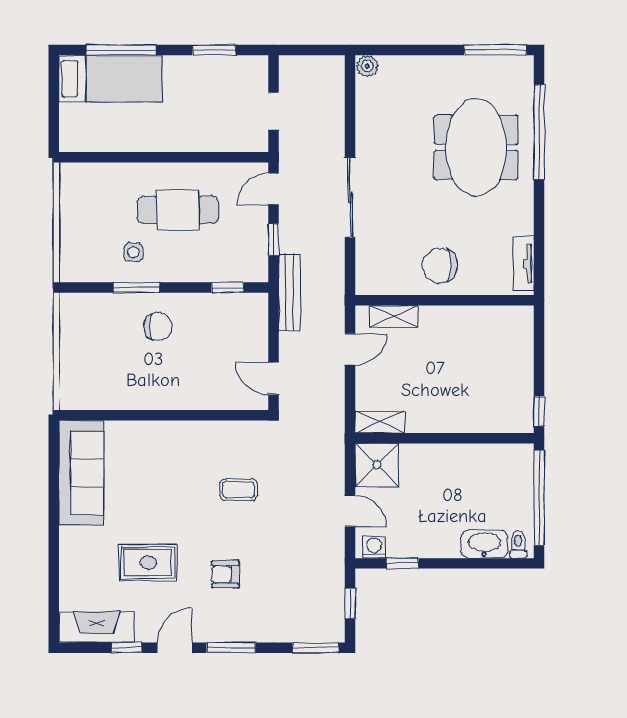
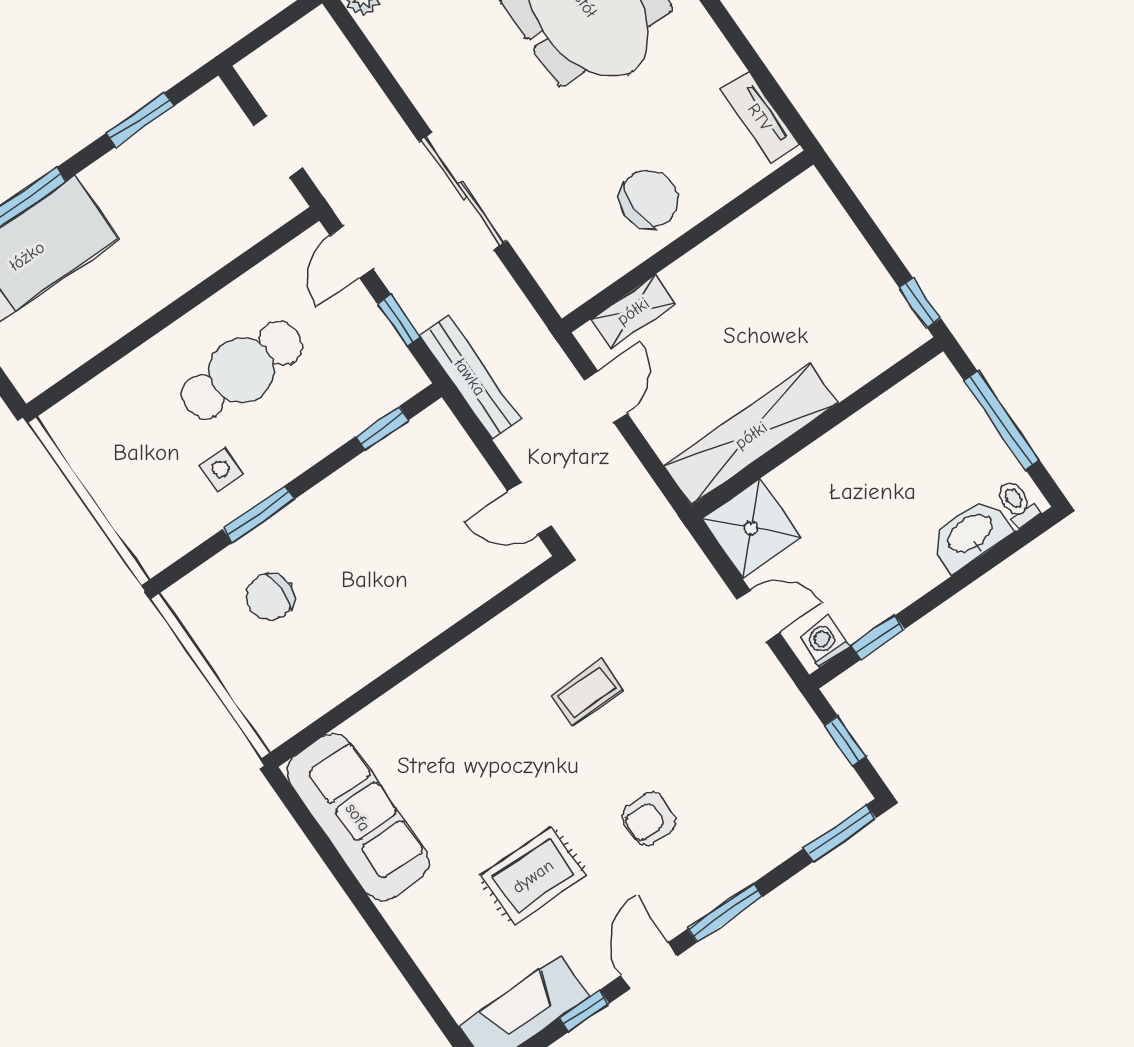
chair: (440, 266) -> (649, 199), turned 180
chair: (158, 327) -> (270, 597), moved, turned 180
shelving: (380, 422) -> (751, 435), width x2.20, depth x1.33
window: (539, 498) -> (1001, 420), width x0.68

